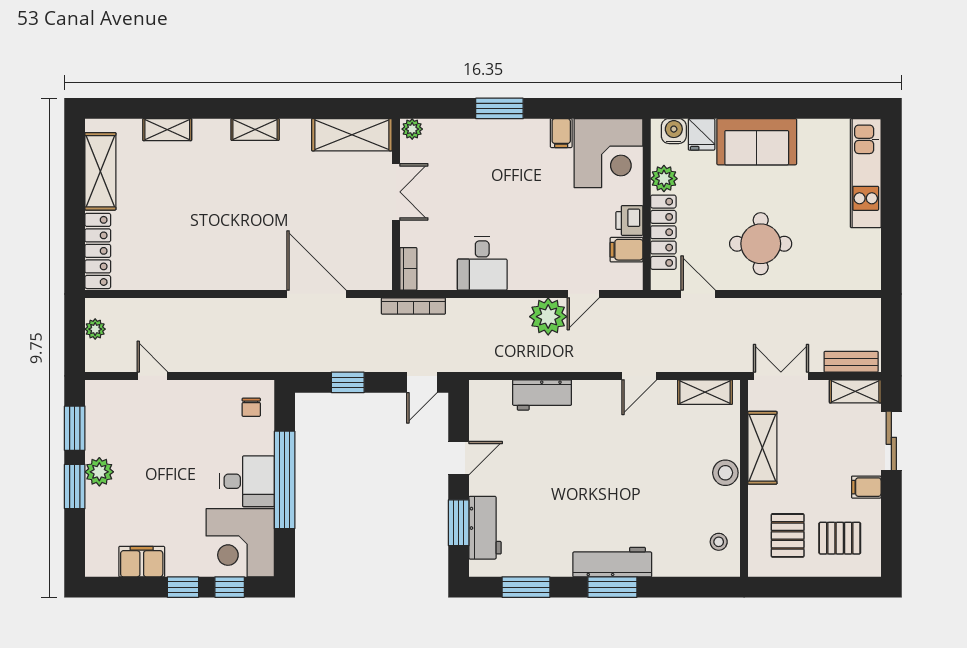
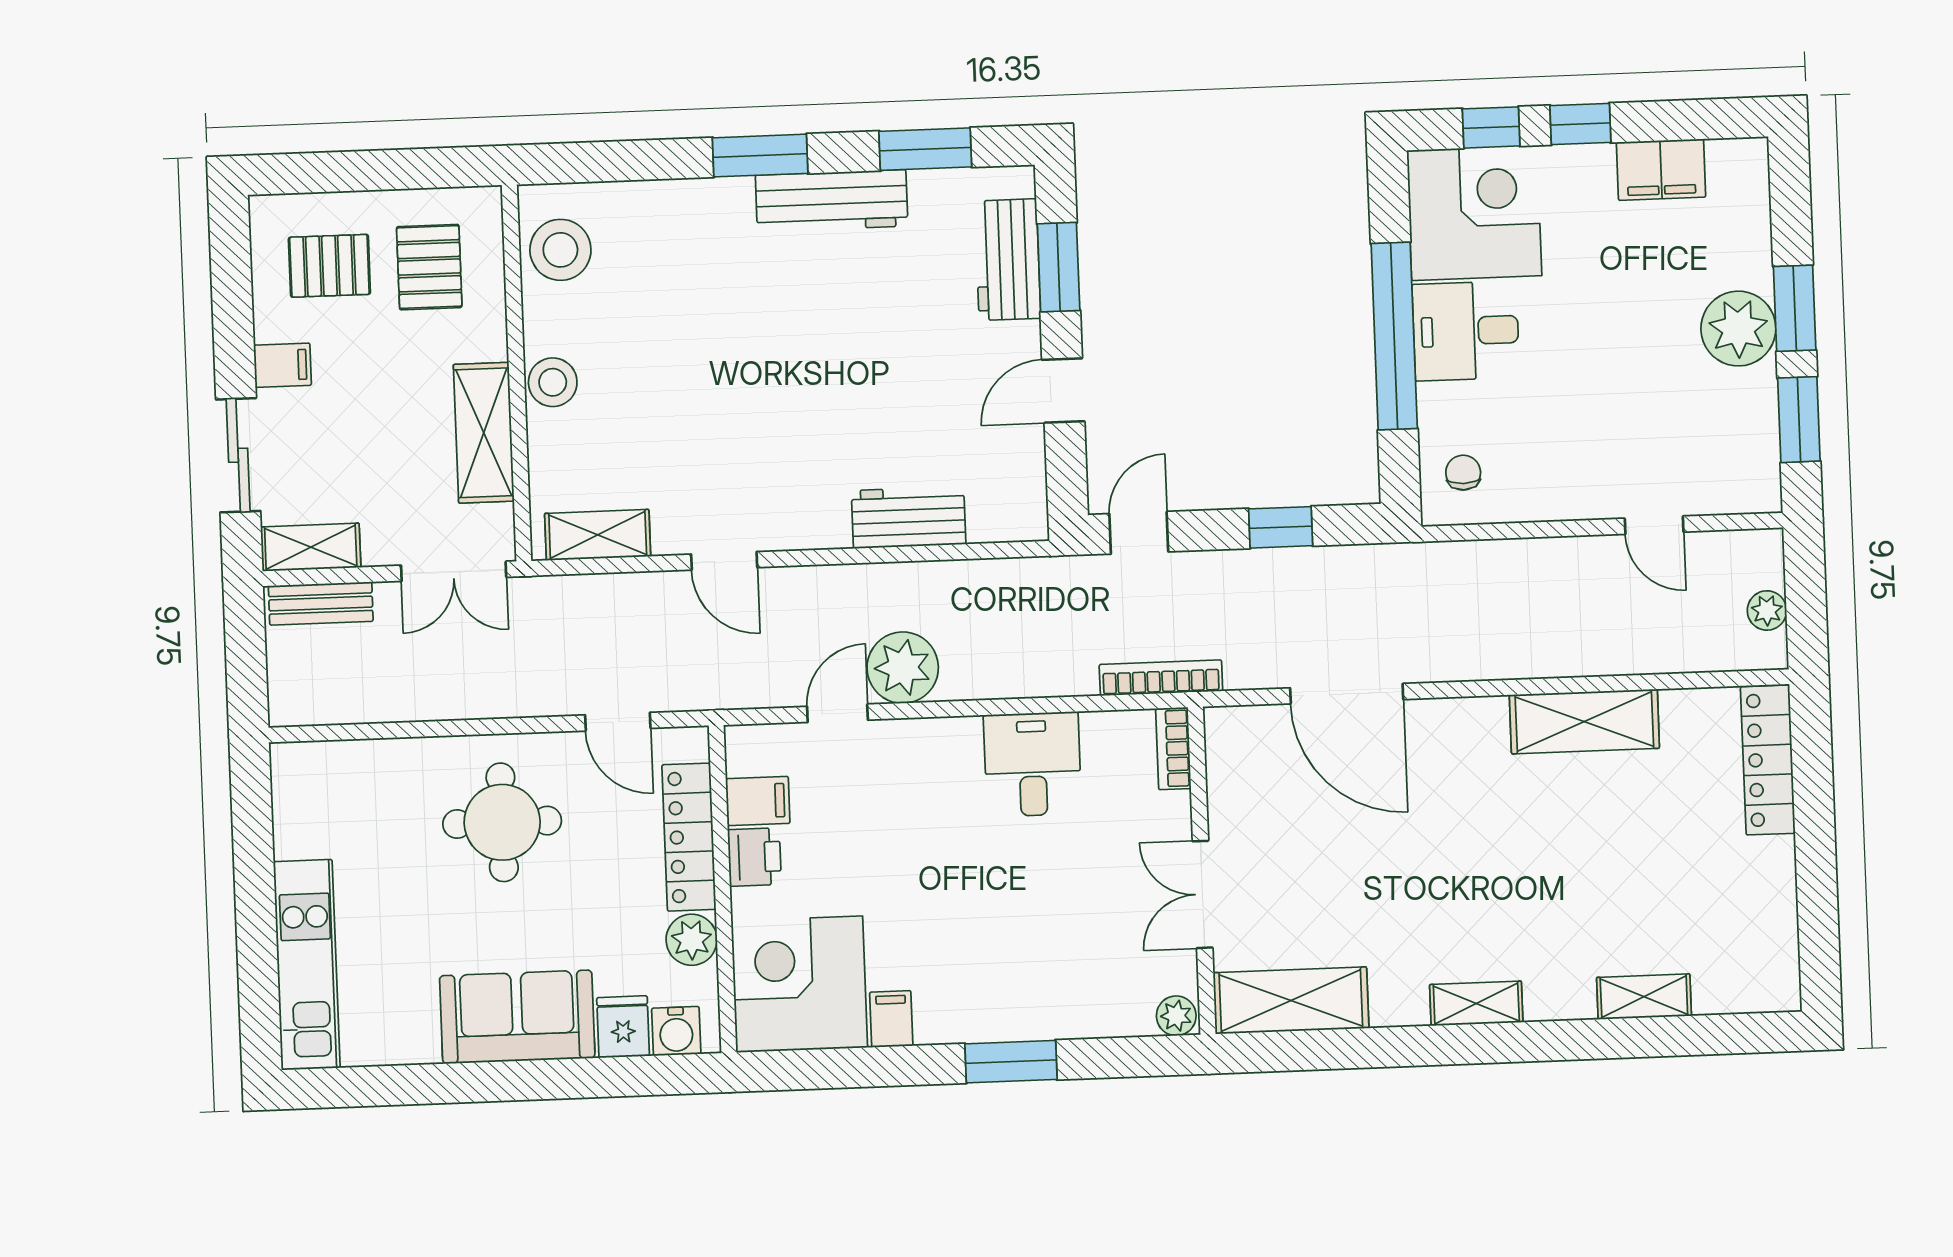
shelving: (100, 171) -> (1584, 722), moved, turned 90
door: (639, 376) -> (724, 561), swing flipped
plant: (99, 472) -> (1738, 329), width x1.36, depth x1.36
stool: (719, 542) -> (560, 250), width x1.89, depth x1.89
workbench: (612, 562) -> (832, 201), moved

